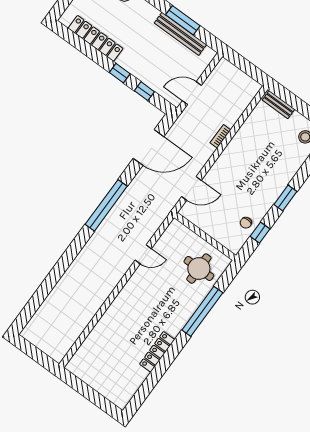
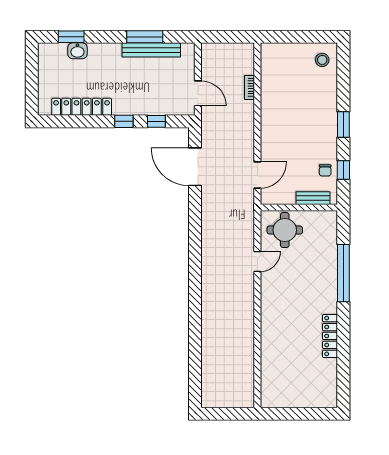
door: (192, 93) -> (198, 93), swing flipped
bench: (278, 105) -> (313, 198), moved
bookcase: (220, 136) -> (250, 87), moved
door: (149, 147) -> (195, 167), swing flipped
window: (106, 205) -> (195, 243), removed
round table: (199, 269) -> (285, 230), moved

